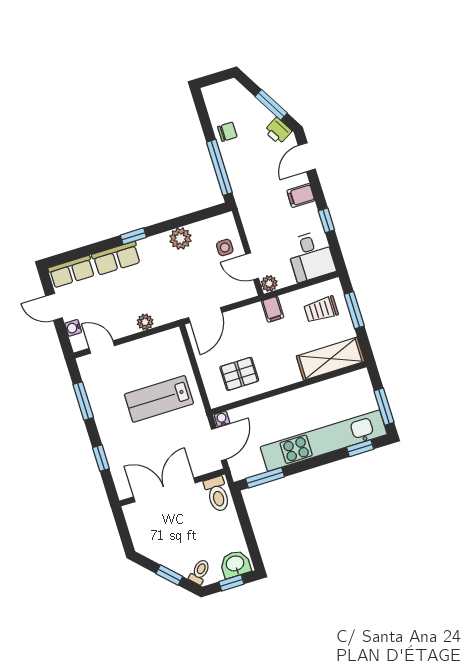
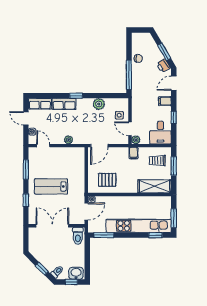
lab bench: (159, 399) -> (51, 186), moved

